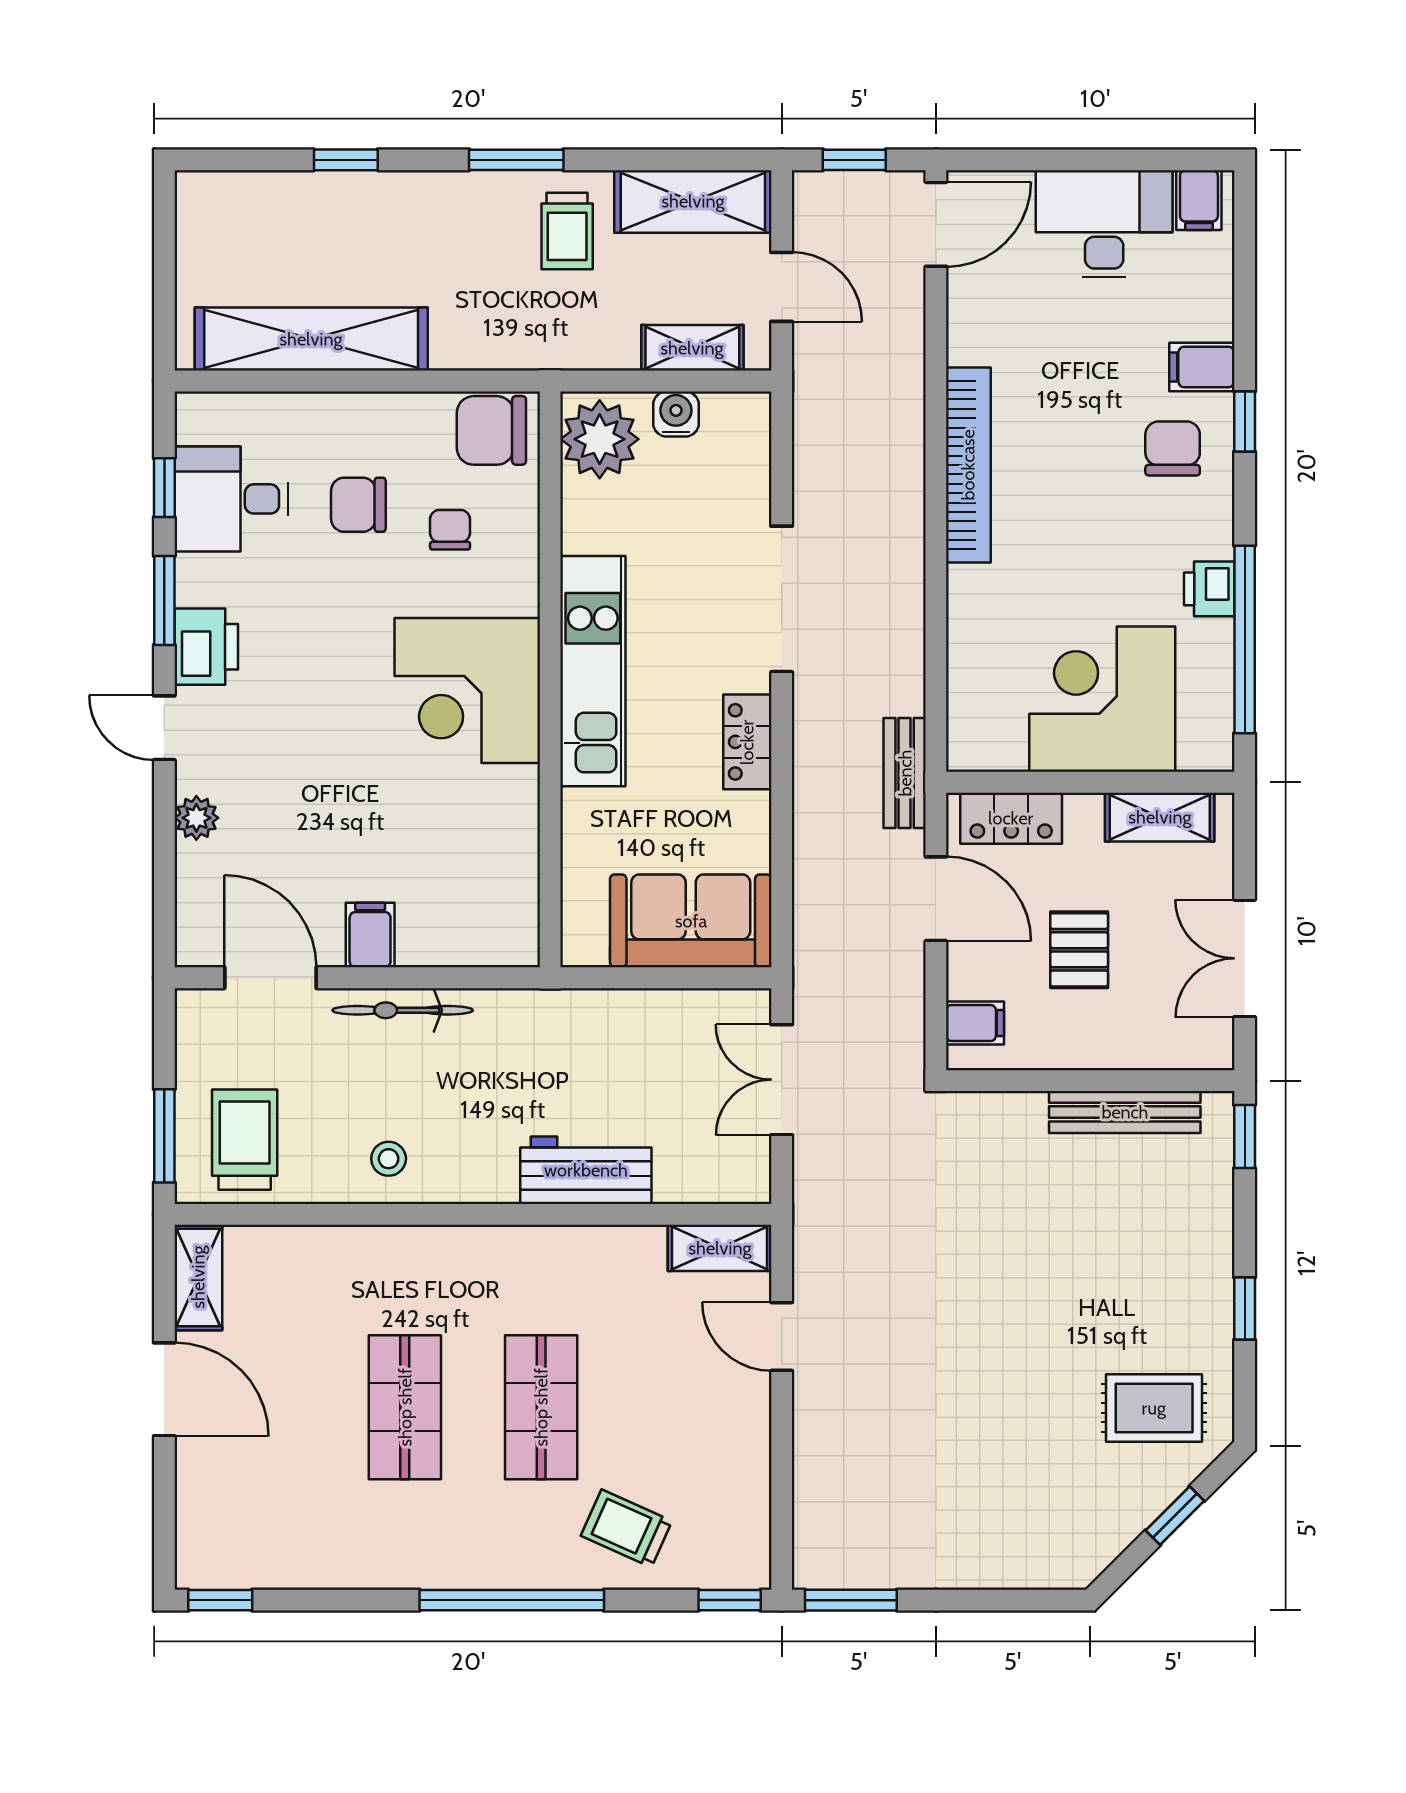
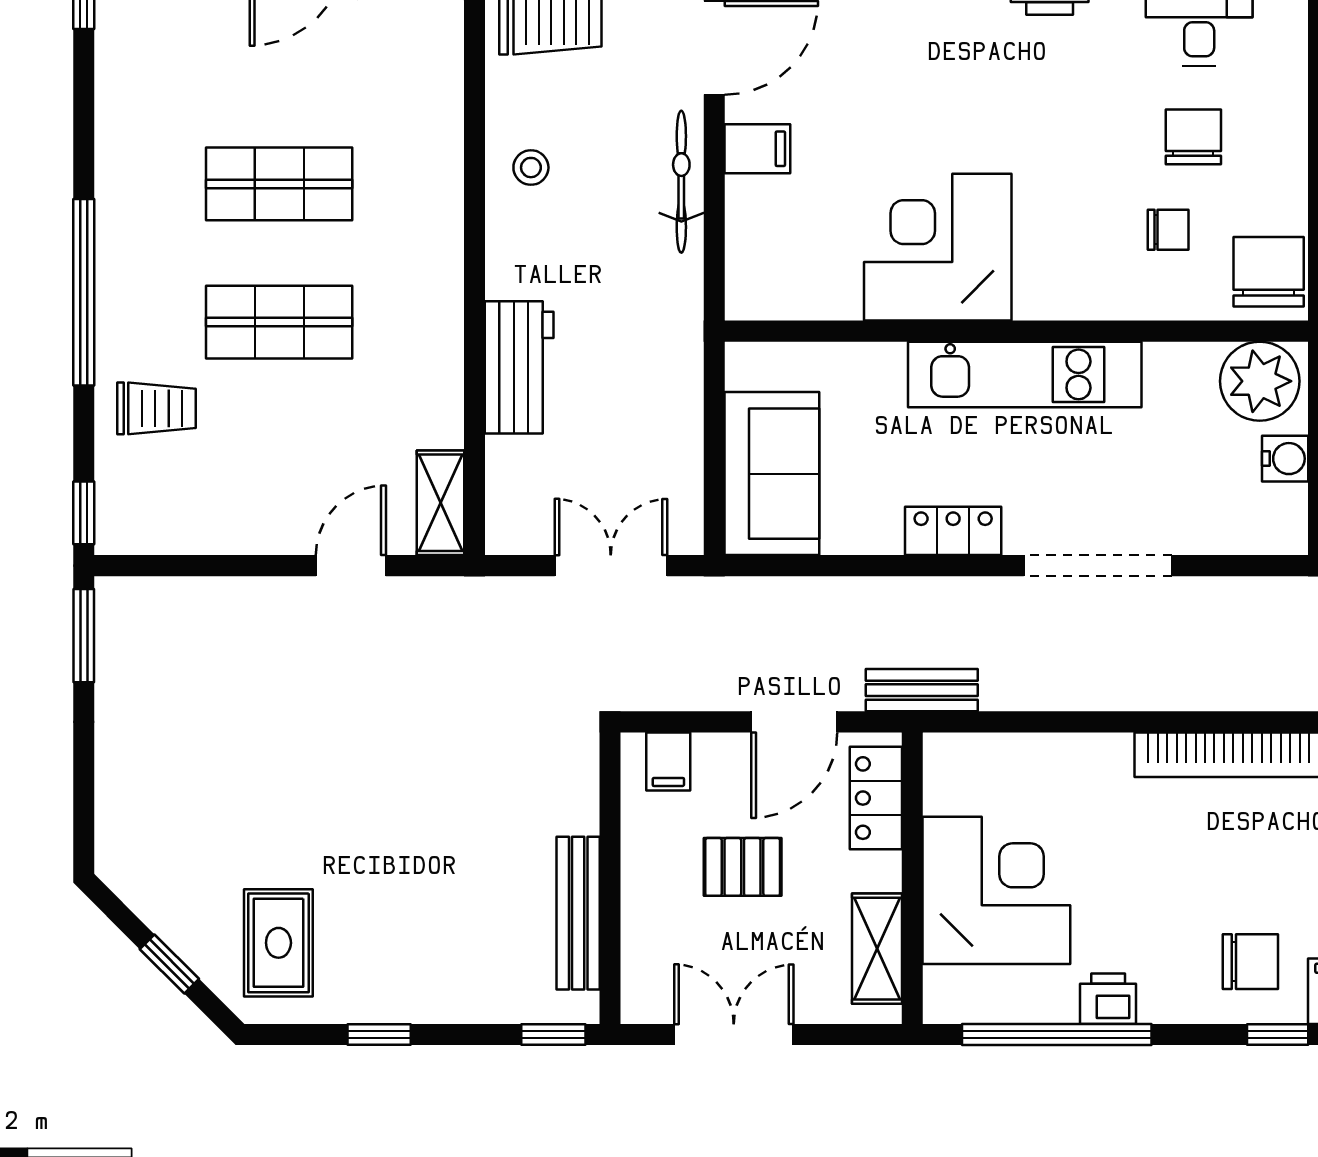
corner desk: (467, 691) -> (938, 247), moved
trolley: (626, 1528) -> (157, 408), turned 66

